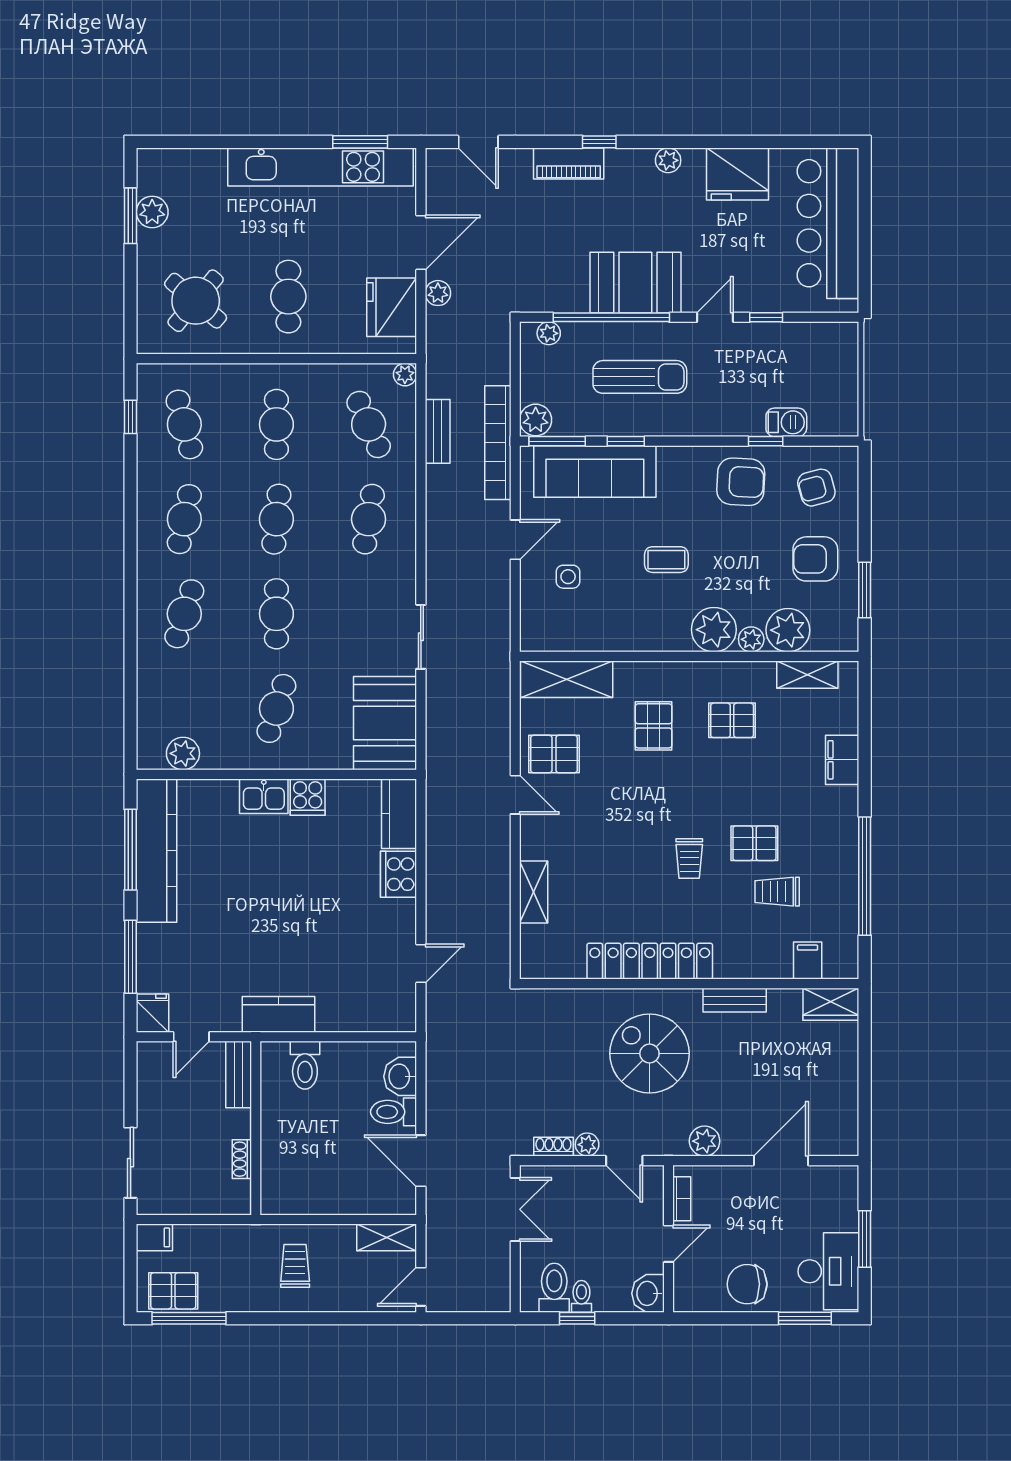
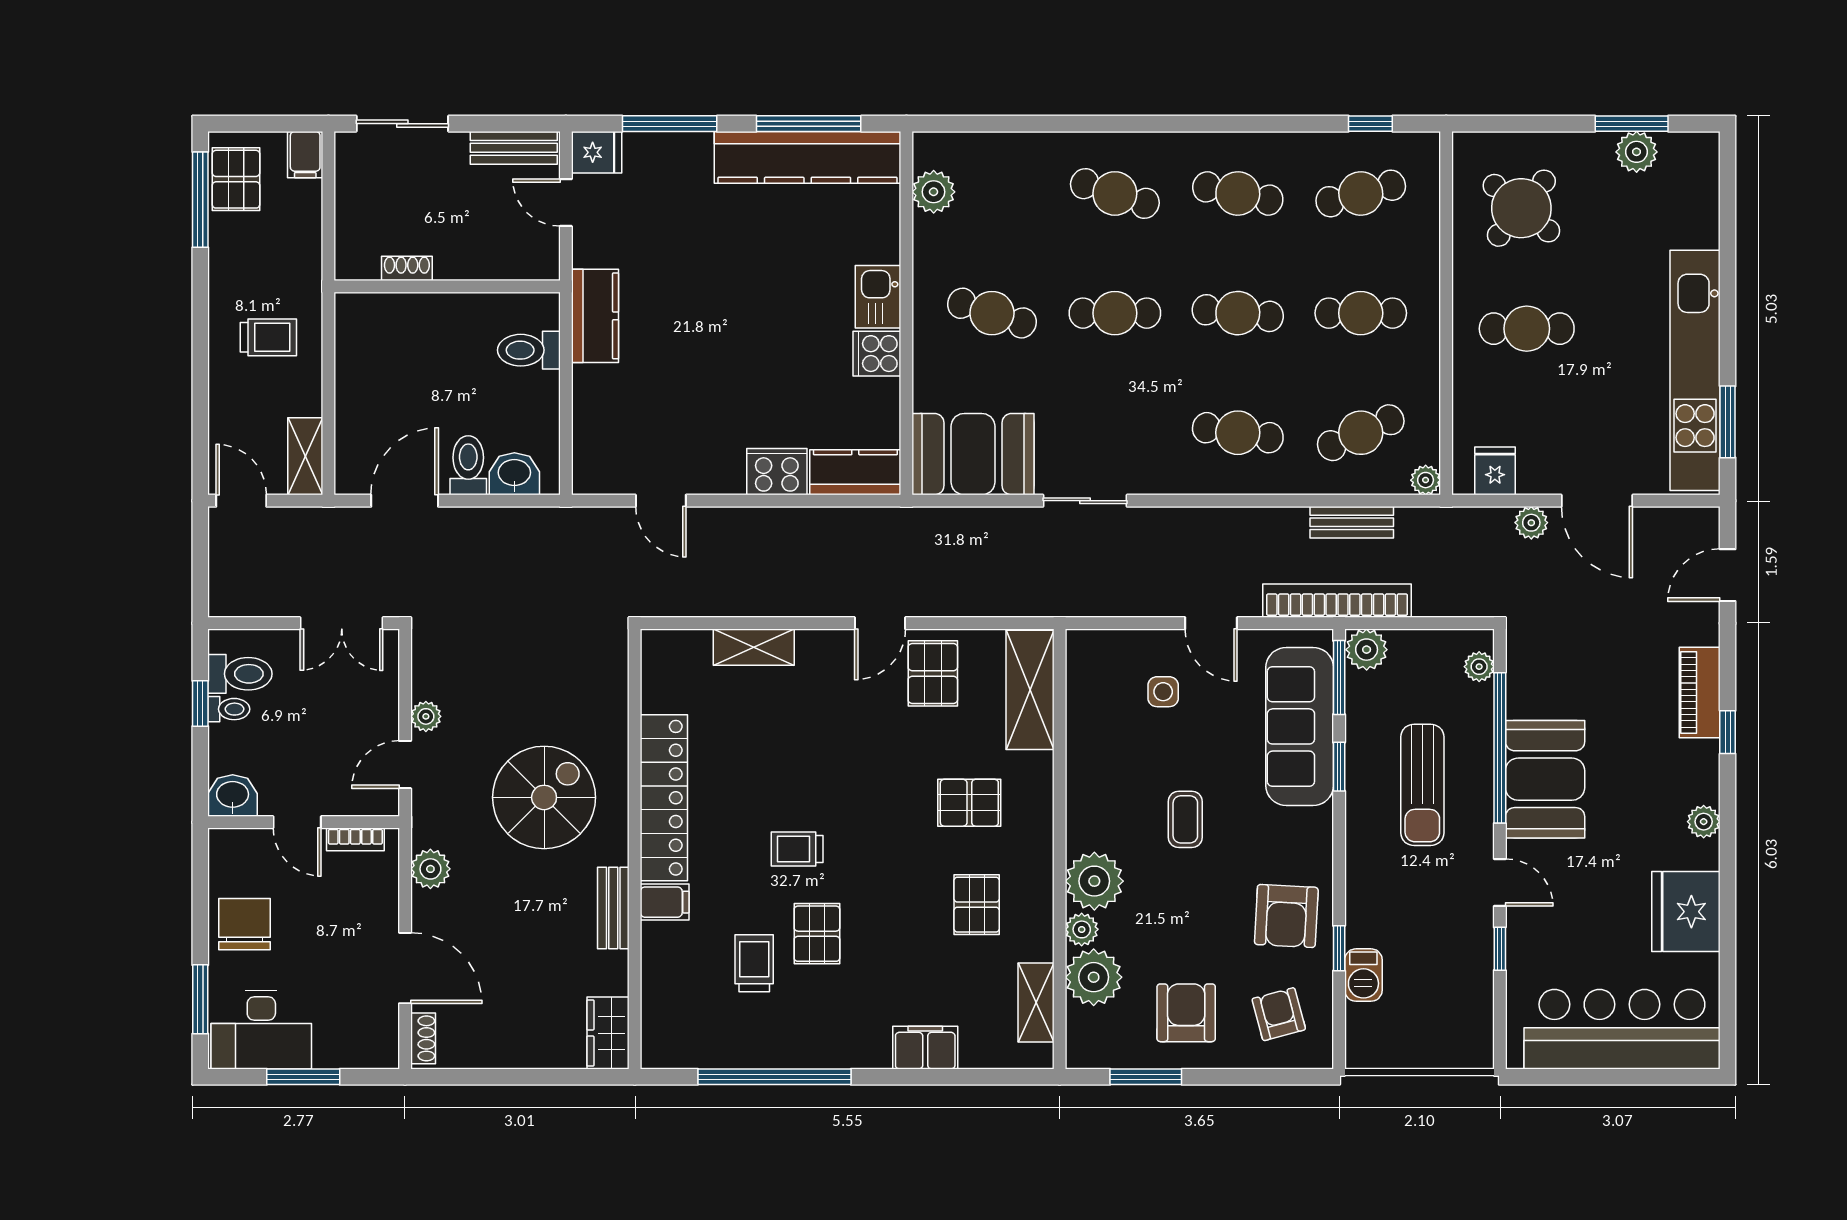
fridge: (392, 307) -> (1495, 471), width x0.53, depth x0.75
filing cabinet: (808, 961) -> (665, 902), moved
bench: (239, 1075) -> (514, 148), moved
shoe rack: (553, 1147) -> (423, 1038), moved

